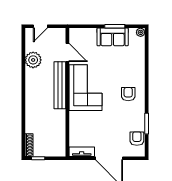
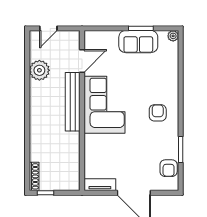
door: (67, 53) -> (82, 61), hinge flipped
armchair: (137, 139) -> (169, 168), turned 180

